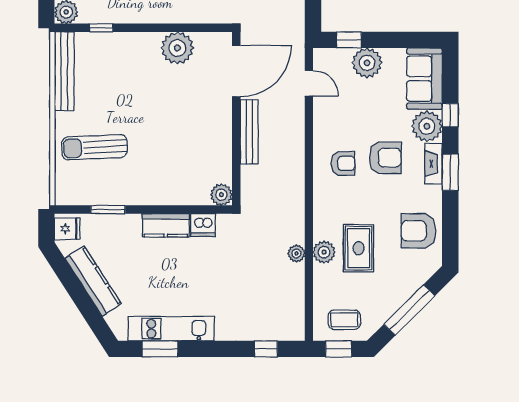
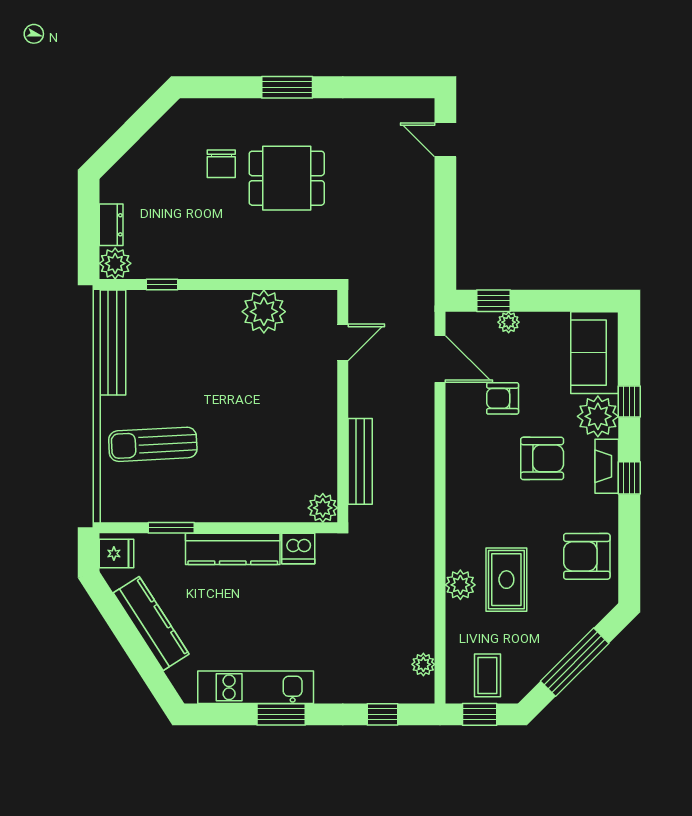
plant: (367, 63) -> (509, 322), width x0.53, depth x0.53
door: (236, 71) -> (343, 342), width x0.53
door: (309, 83) -> (440, 359), width x1.38
bench: (249, 132) -> (360, 461), moved
armchair: (343, 163) -> (503, 398), moved, turned 180
window: (450, 172) -> (629, 478), width x0.67
kitchen counter: (166, 225) -> (233, 549), width x1.50
plant: (296, 253) -> (423, 664), moved
coffee table: (344, 320) -> (487, 675), turned 90
window: (160, 349) -> (281, 714), moved

